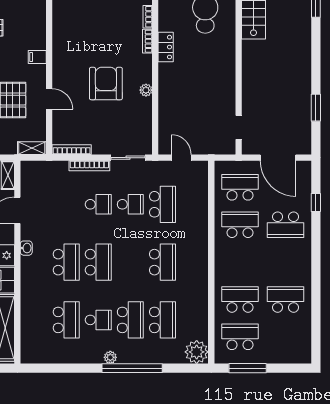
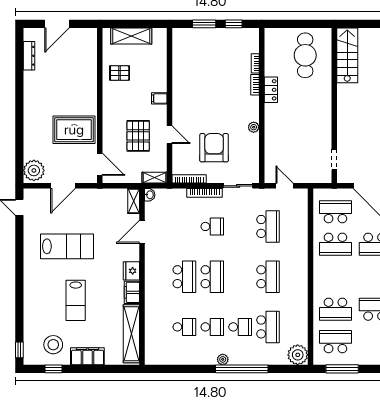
armchair: (106, 84) -> (214, 148), moved
school desk: (130, 204) -> (240, 226), removed
school desk: (240, 225) -> (335, 244), turned 180
washbasin: (26, 248) -> (150, 195), moved
school desk: (240, 299) -> (335, 309), turned 180
school desk: (66, 320) -> (184, 327), width x0.54
school desk: (130, 320) -> (240, 327), width x0.54

